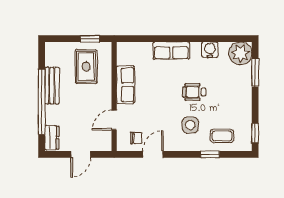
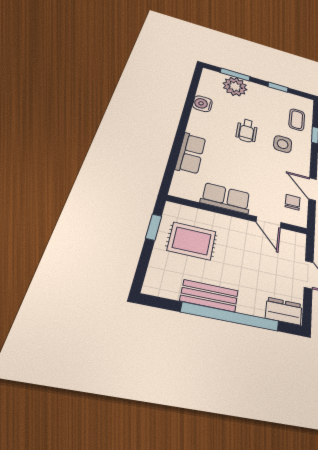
row of seats: (171, 51) -> (191, 153), moved
plant: (240, 53) -> (235, 86), moved
window: (255, 133) -> (278, 87), moved

